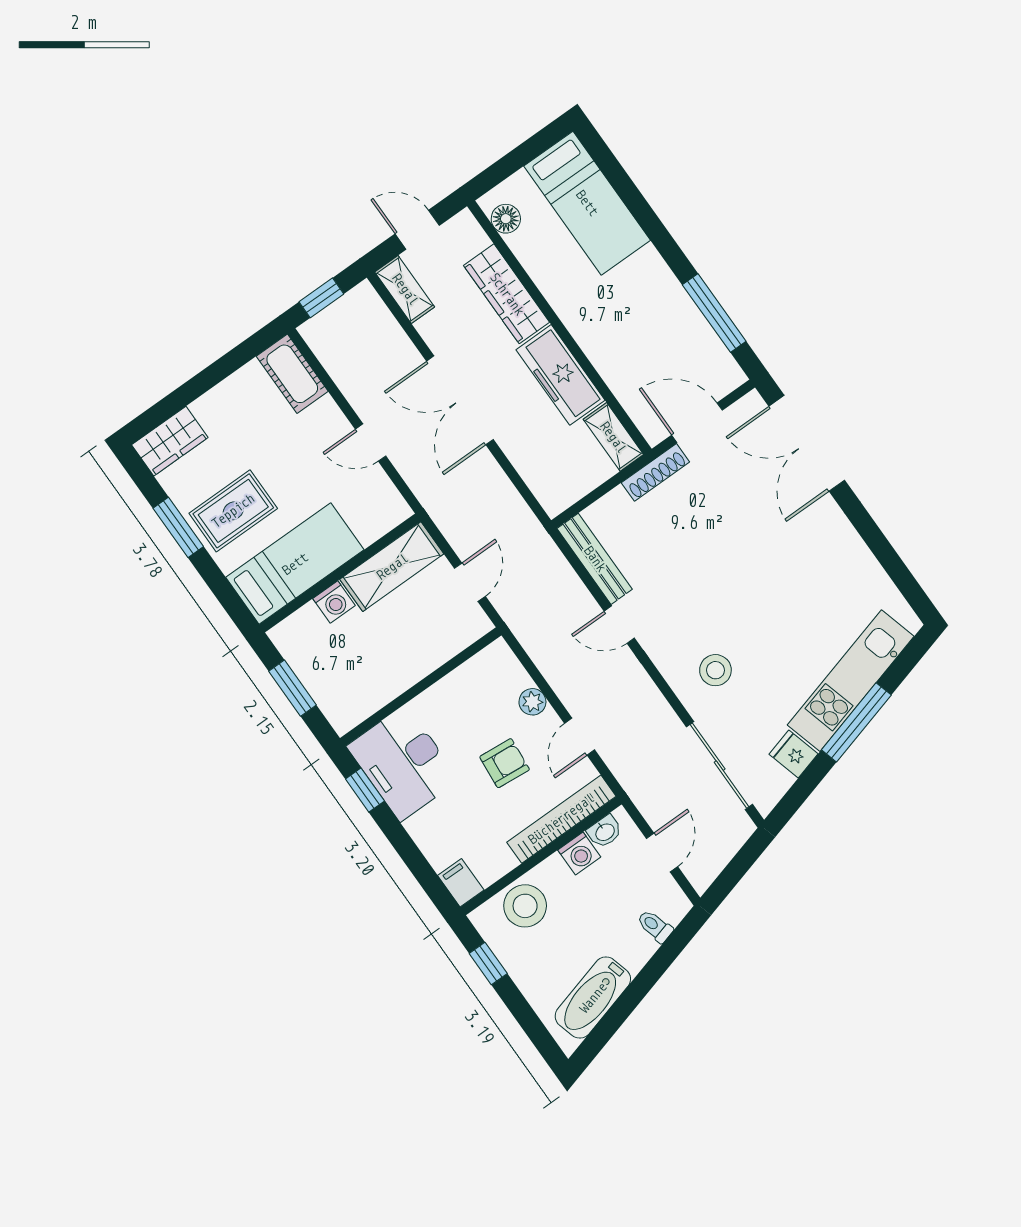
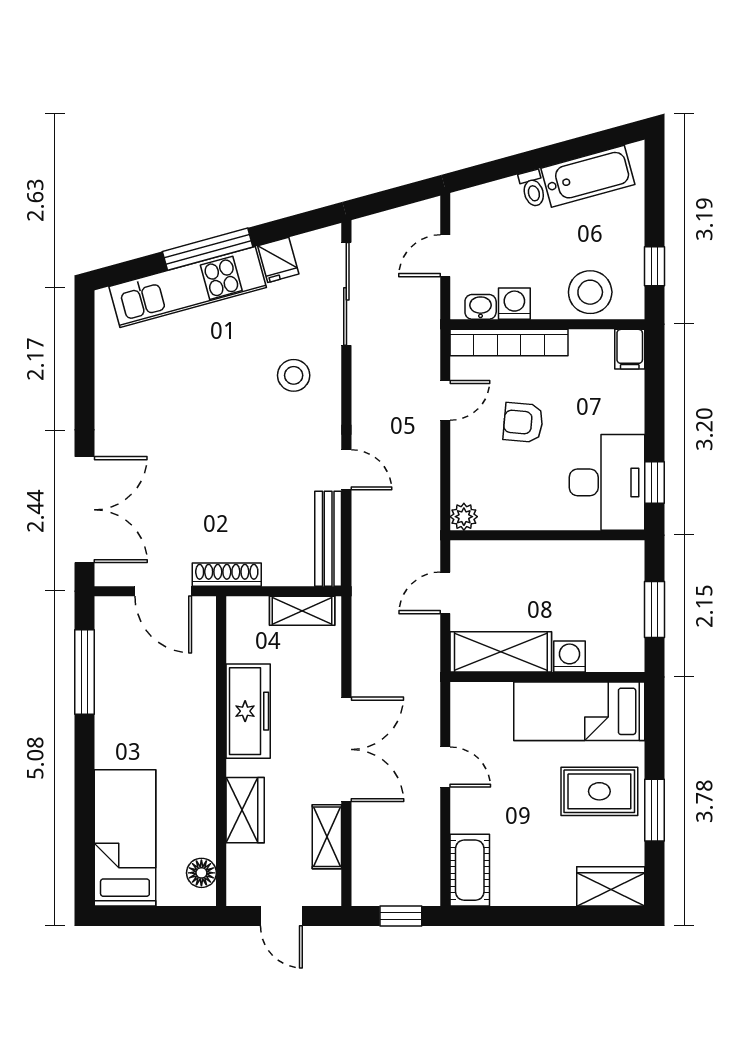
shelving: (405, 289) -> (327, 837), moved
wardrobe: (507, 294) -> (245, 810), width x0.67
shelving: (613, 437) -> (302, 611), moved, turned 90
plant: (532, 702) -> (464, 517), moved
toilet: (655, 926) -> (533, 189), moved

